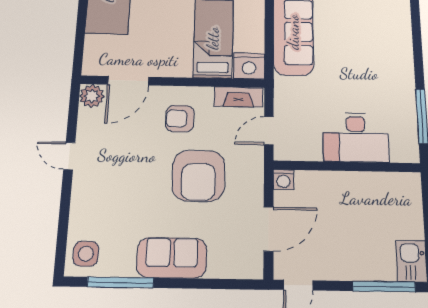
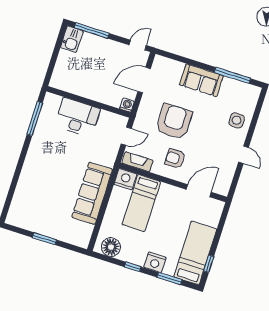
plant: (92, 96) -> (222, 187), removed
armchair: (180, 119) -> (175, 159), turned 180
side table: (86, 254) -> (237, 120), moved

